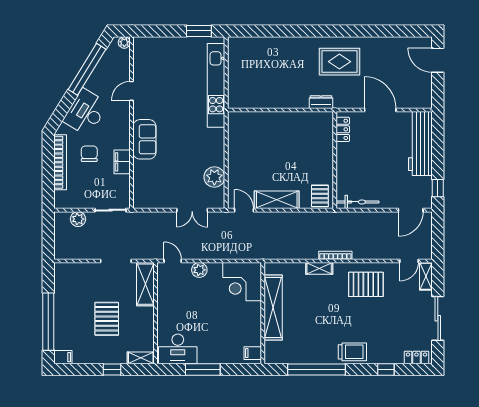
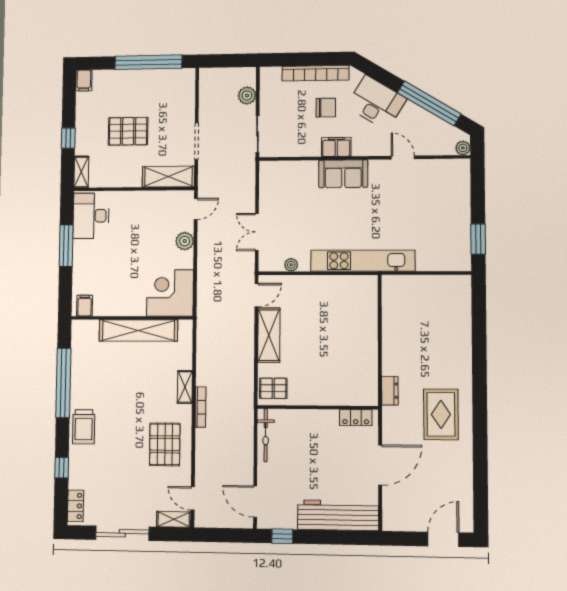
kitchen unit: (216, 85) -> (363, 261), moved
filing cabinet: (122, 162) -> (336, 147), moved
plant: (214, 177) -> (291, 265), width x0.53, depth x0.53
window: (48, 322) -> (148, 62), moved

